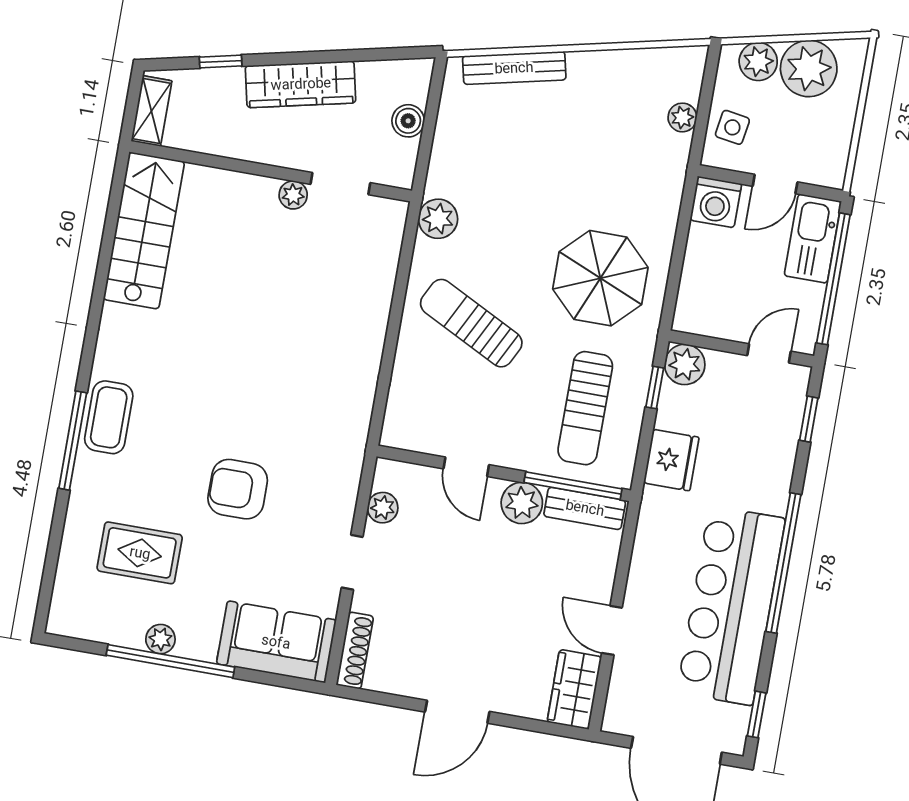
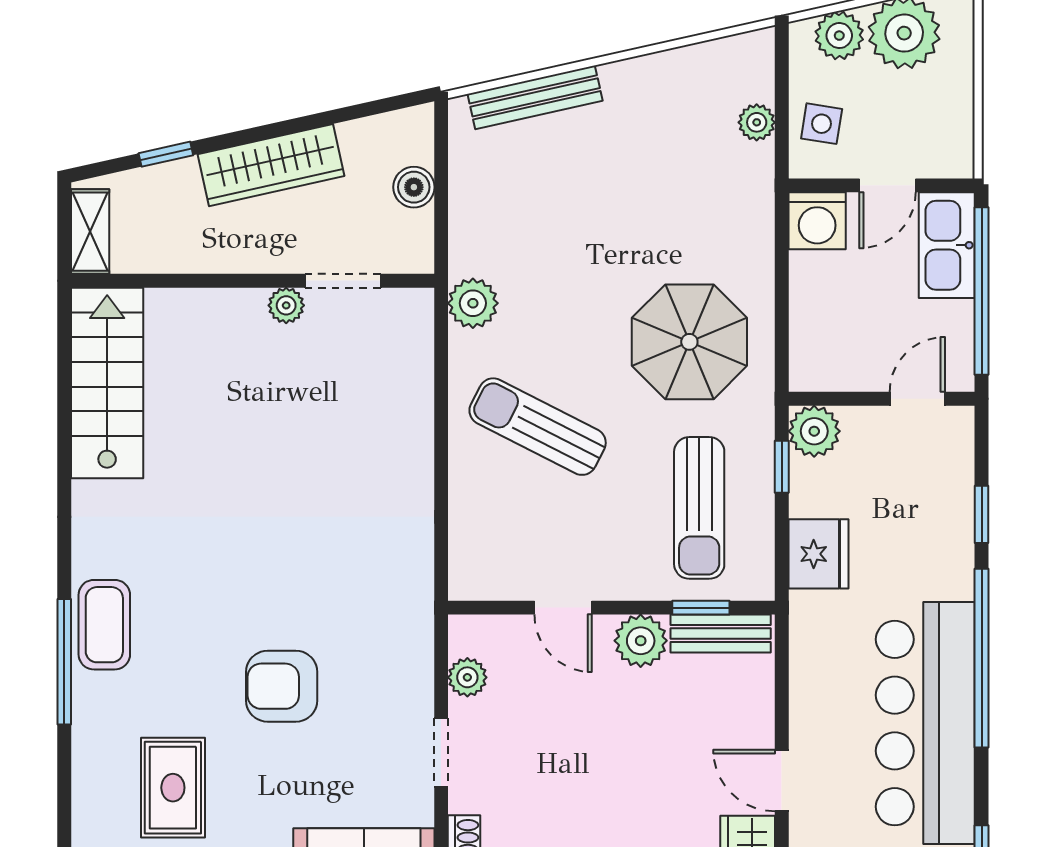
window: (809, 419) -> (982, 514), moved
window: (573, 486) -> (701, 608), width x0.46
rug: (140, 553) -> (173, 788), turned 90

